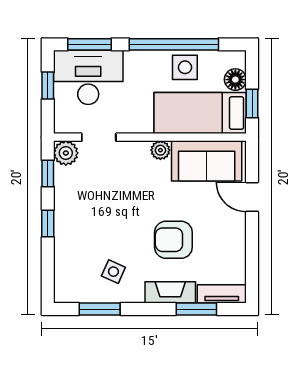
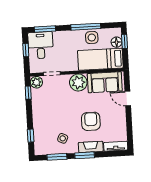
window: (174, 44) -> (86, 27), width x0.68
desk: (88, 77) -> (41, 45), width x0.73
window: (252, 104) -> (125, 41), moved
plant: (160, 150) -> (78, 83), width x1.87, depth x1.87
window: (48, 224) -> (31, 136), moved
armchair: (173, 240) -> (91, 121), turned 90
window: (196, 309) -> (85, 155), moved

